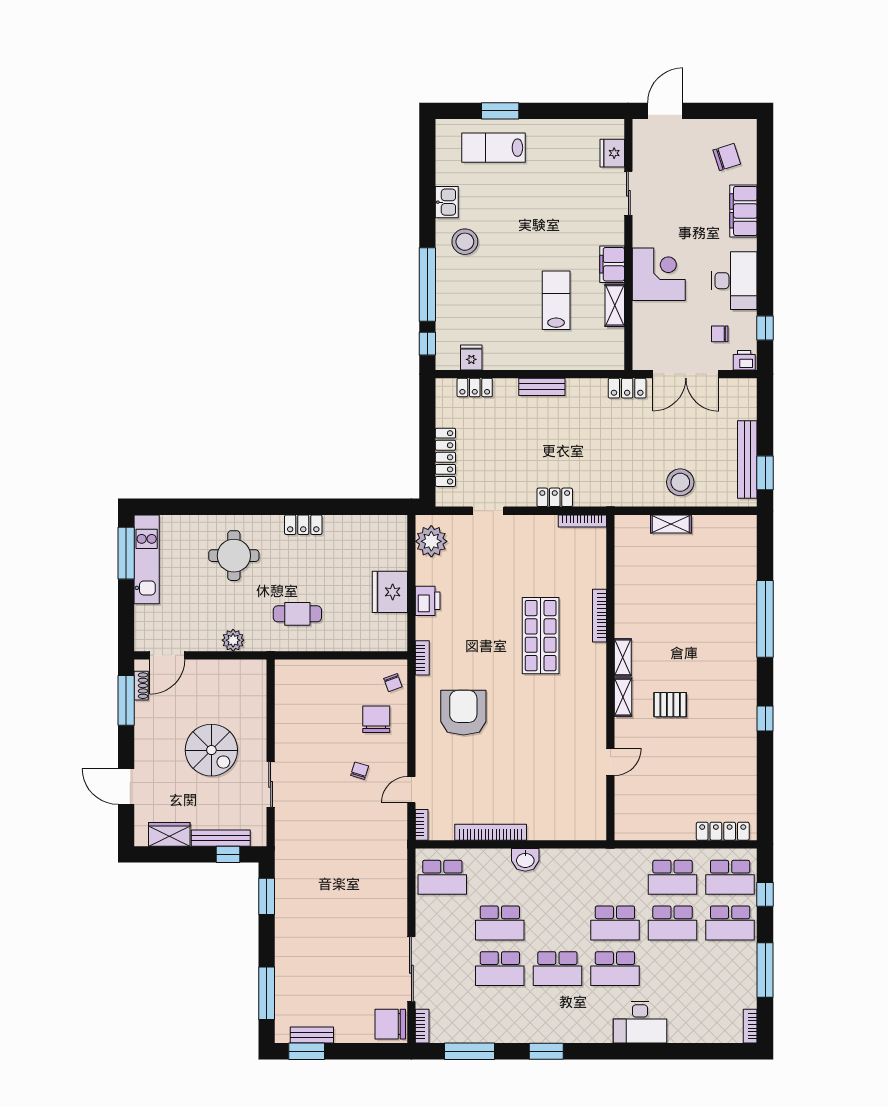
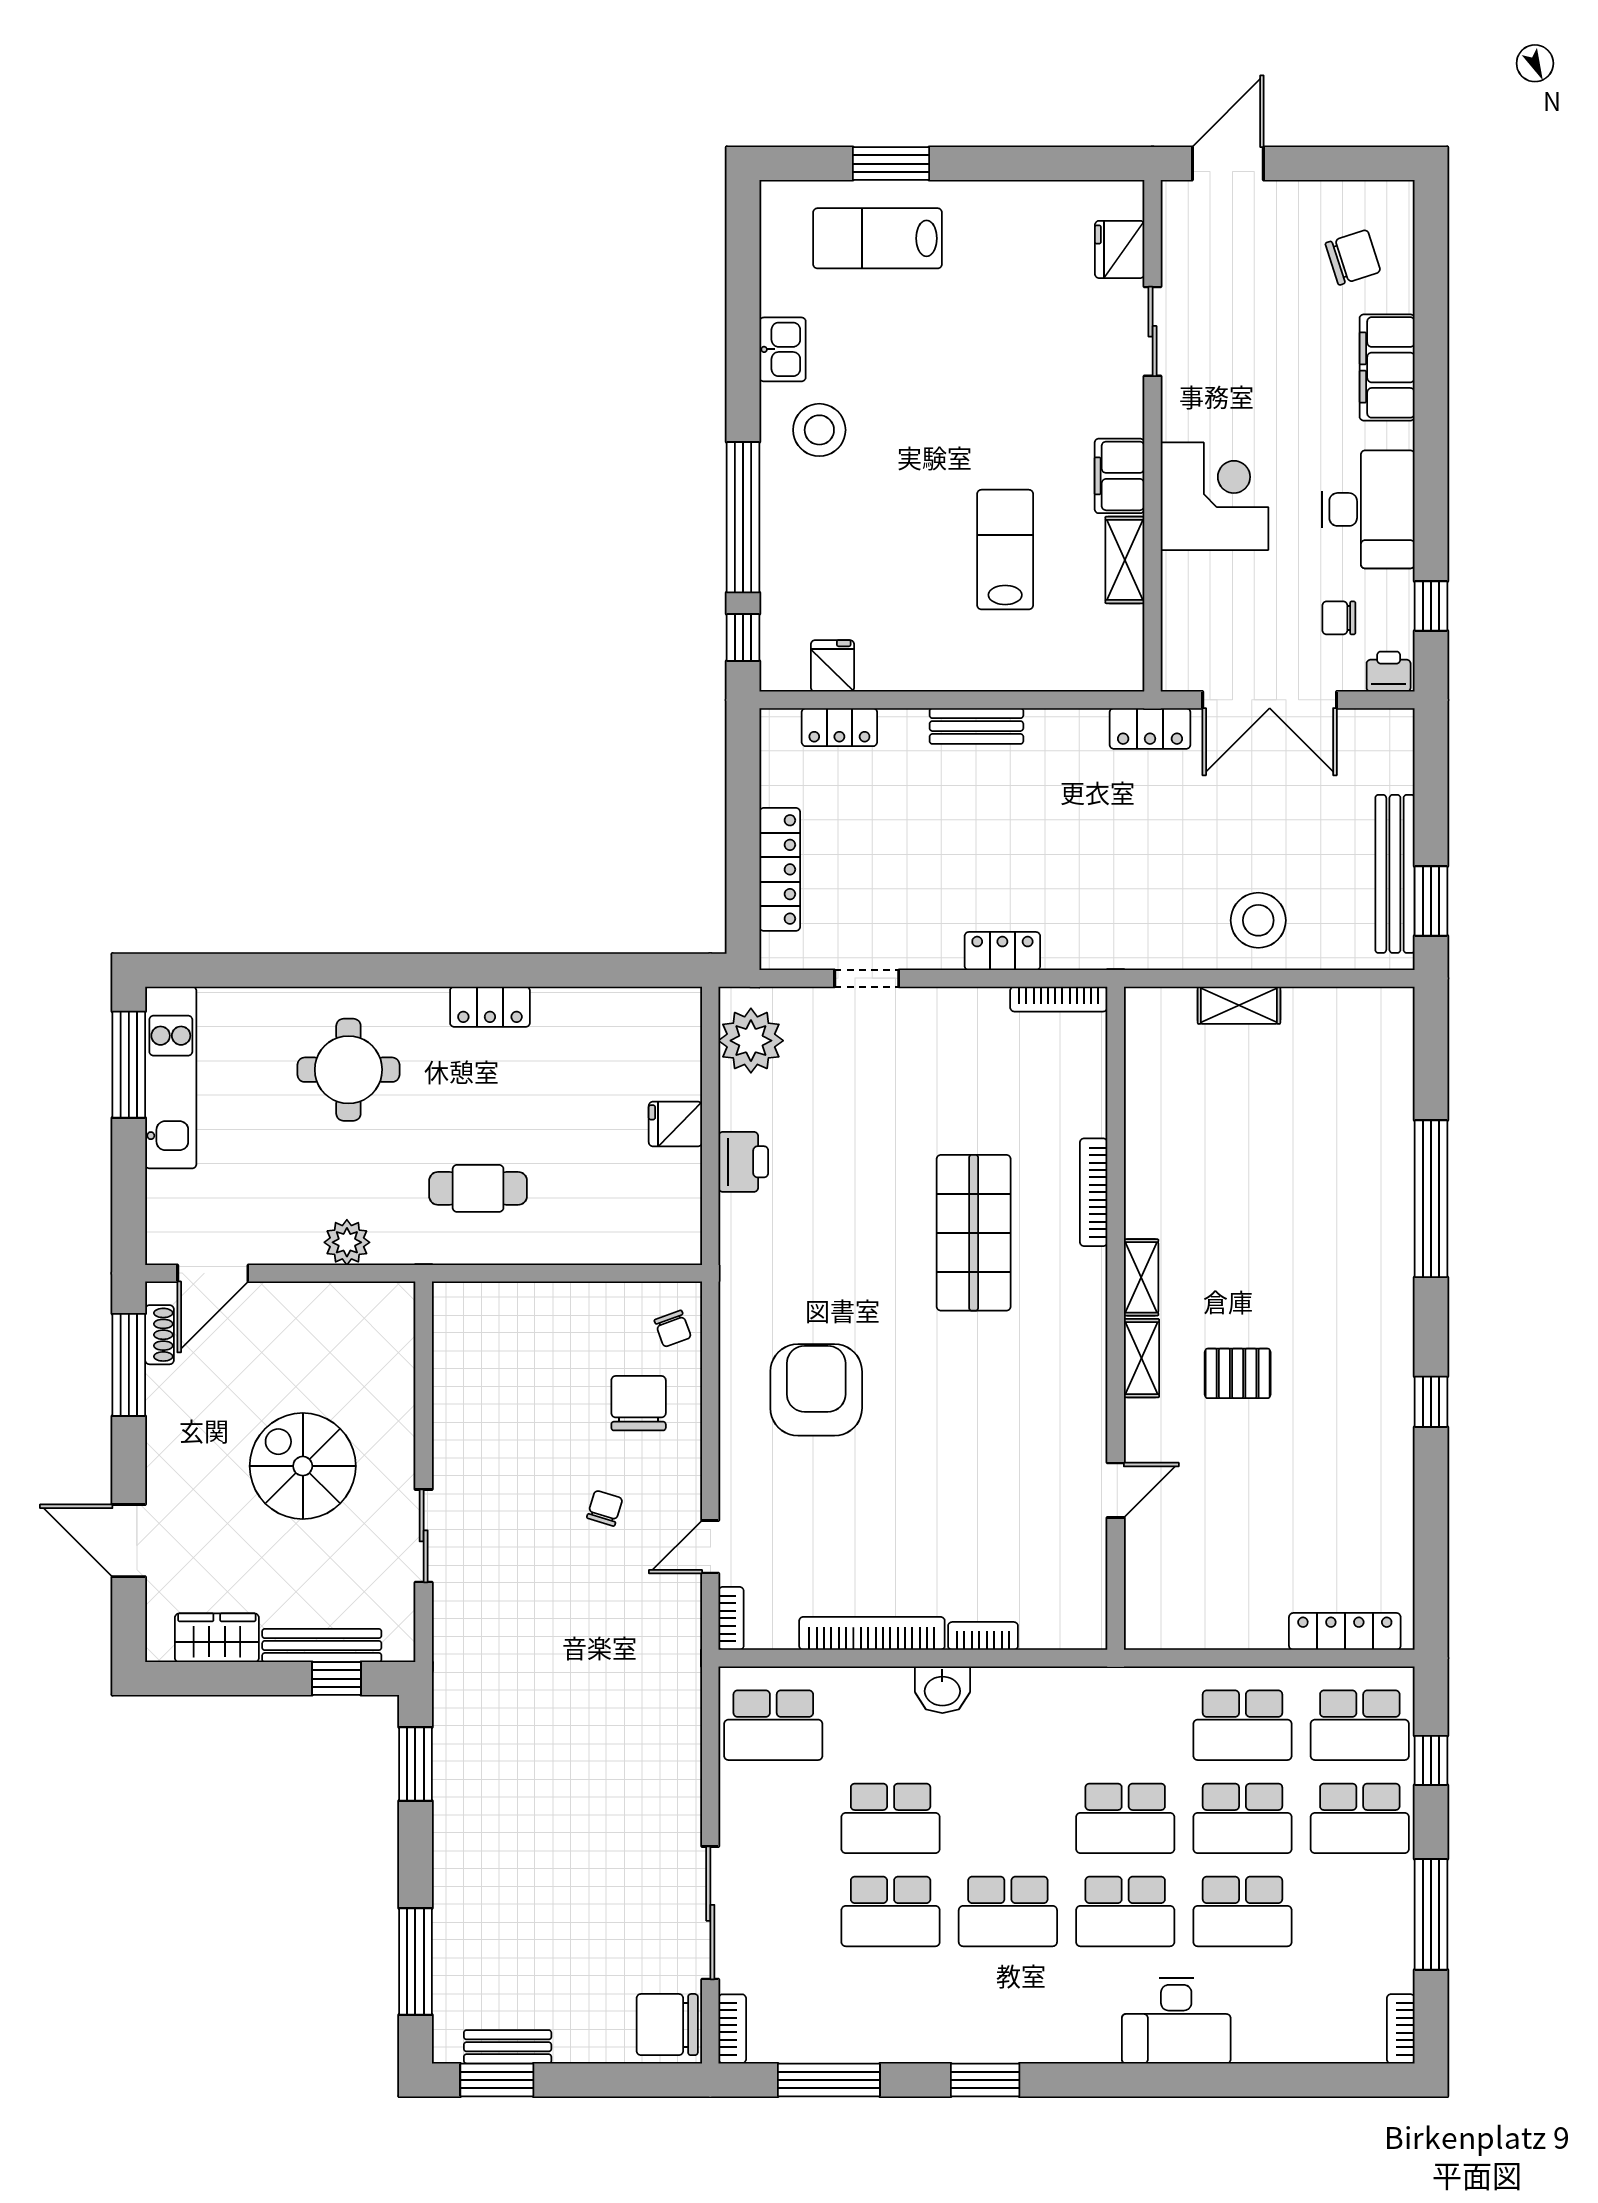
fridge: (390, 592) -> (675, 1124), width x0.53, depth x0.75
bookcase: (422, 658) -> (983, 1636), moved, turned -90
spiral stairs: (211, 750) -> (303, 1466), turned 180
school desk: (673, 969) -> (1242, 1911), added

